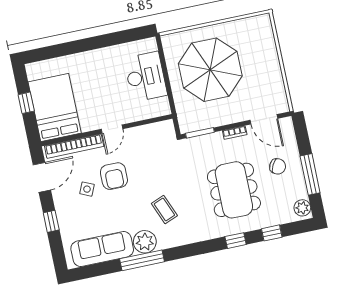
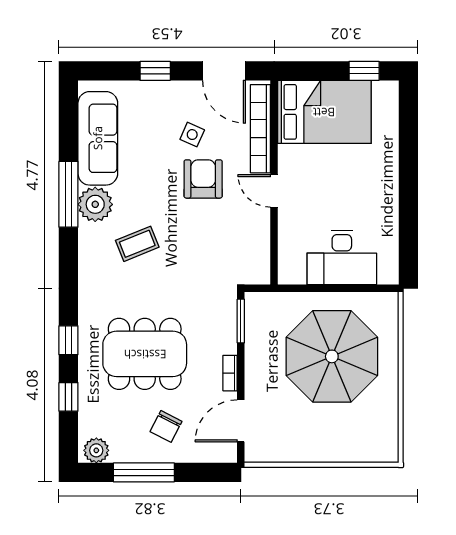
window: (26, 103) -> (364, 71), moved
armchair: (114, 176) -> (203, 179), turned 90

